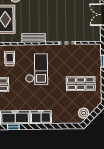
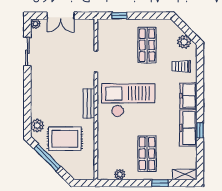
trolley: (10, 59) -> (181, 66), moved
checkout: (37, 69) -> (128, 100), width x1.36, depth x1.21

